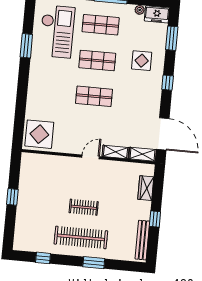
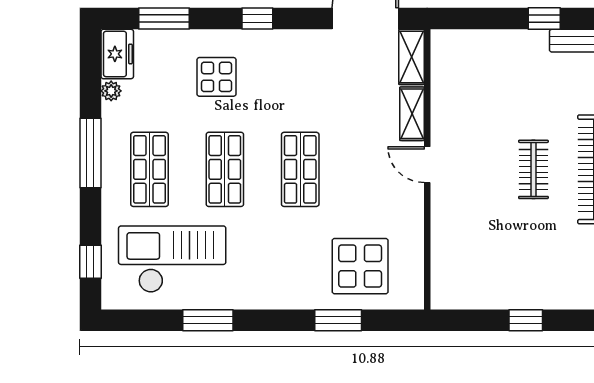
window: (21, 108) -> (338, 320), added
display table: (39, 134) -> (360, 266), moved
wardrobe: (146, 188) -> (482, 44), removed

